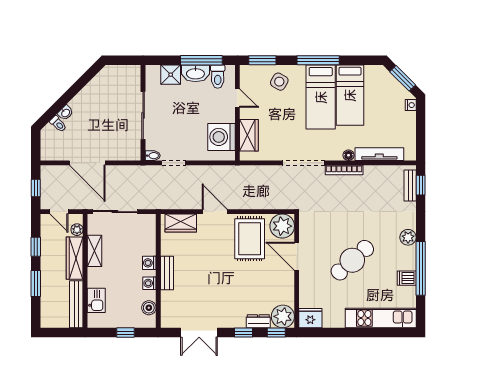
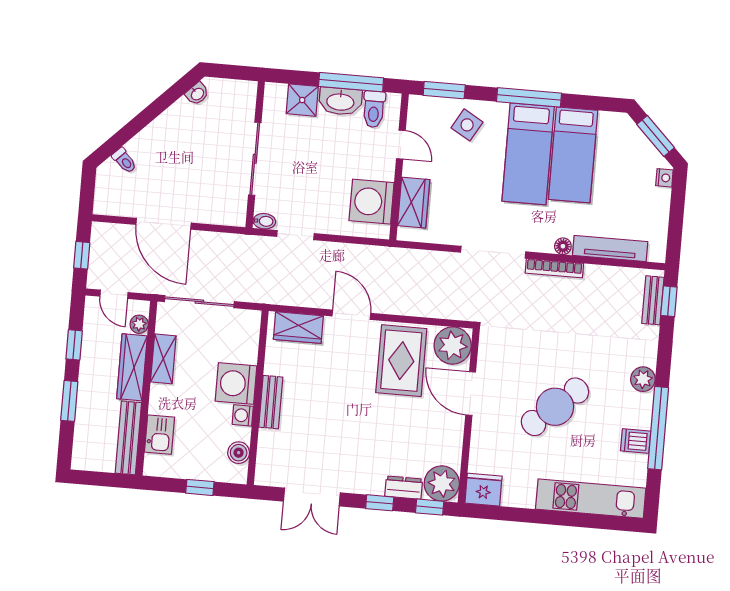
washbasin: (65, 113) -> (197, 94), moved
washing machine: (149, 263) -> (236, 384), width x1.89, depth x1.89

